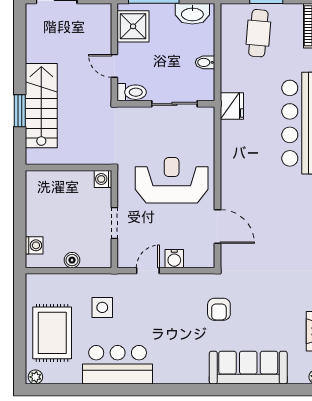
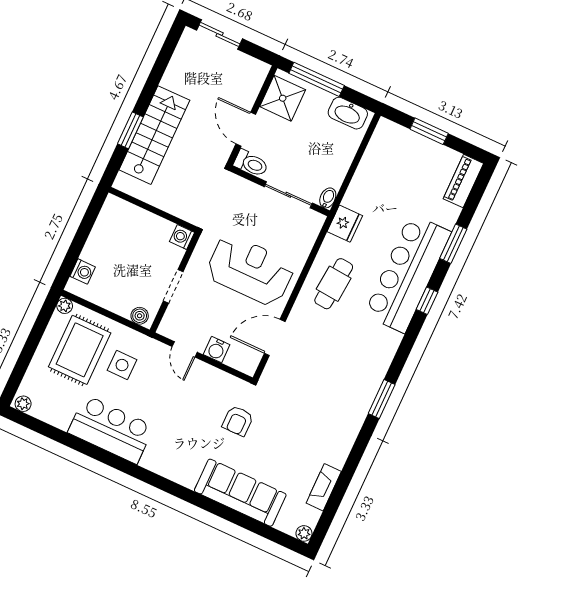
cafe table: (258, 33) -> (334, 284), moved
bidet: (205, 62) -> (328, 198), moved, turned 90
door: (114, 66) -> (246, 129), width x1.38
door: (218, 227) -> (275, 337), swing flipped
boiler: (72, 260) -> (140, 316), moved
door: (148, 271) -> (185, 349), swing flipped
plant: (32, 280) -> (65, 306), added
rug: (52, 333) -> (80, 350), moved

